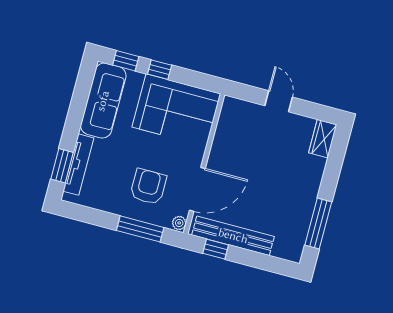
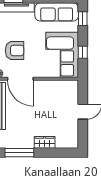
window: (160, 70) -> (83, 52), moved
wardrobe: (323, 139) -> (45, 142), moved

